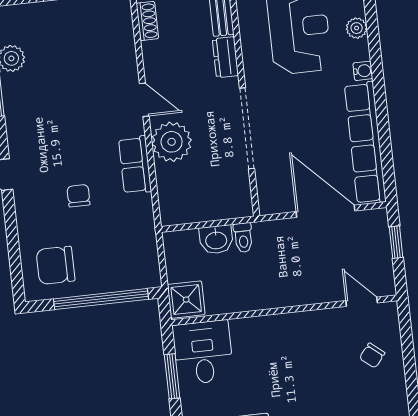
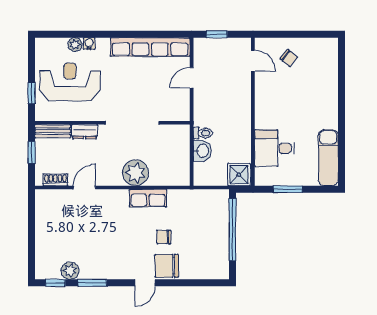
water cooler: (363, 71) -> (89, 43), moved
door: (144, 100) -> (84, 187), moved
door: (326, 211) -> (192, 78), width x0.53
chair: (56, 265) -> (167, 266), moved, turned 90
door: (362, 302) -> (253, 61), swing flipped
desk: (203, 352) -> (274, 148), moved

